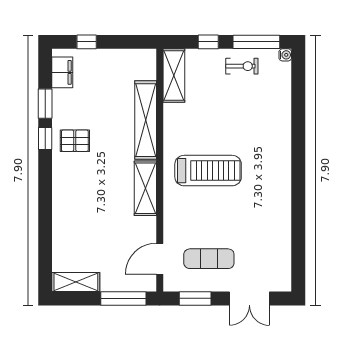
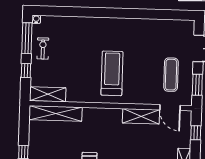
shelving: (146, 120) -> (56, 113), moved
shelving: (145, 188) -> (141, 116), moved
window: (123, 298) -> (196, 133), width x0.46

